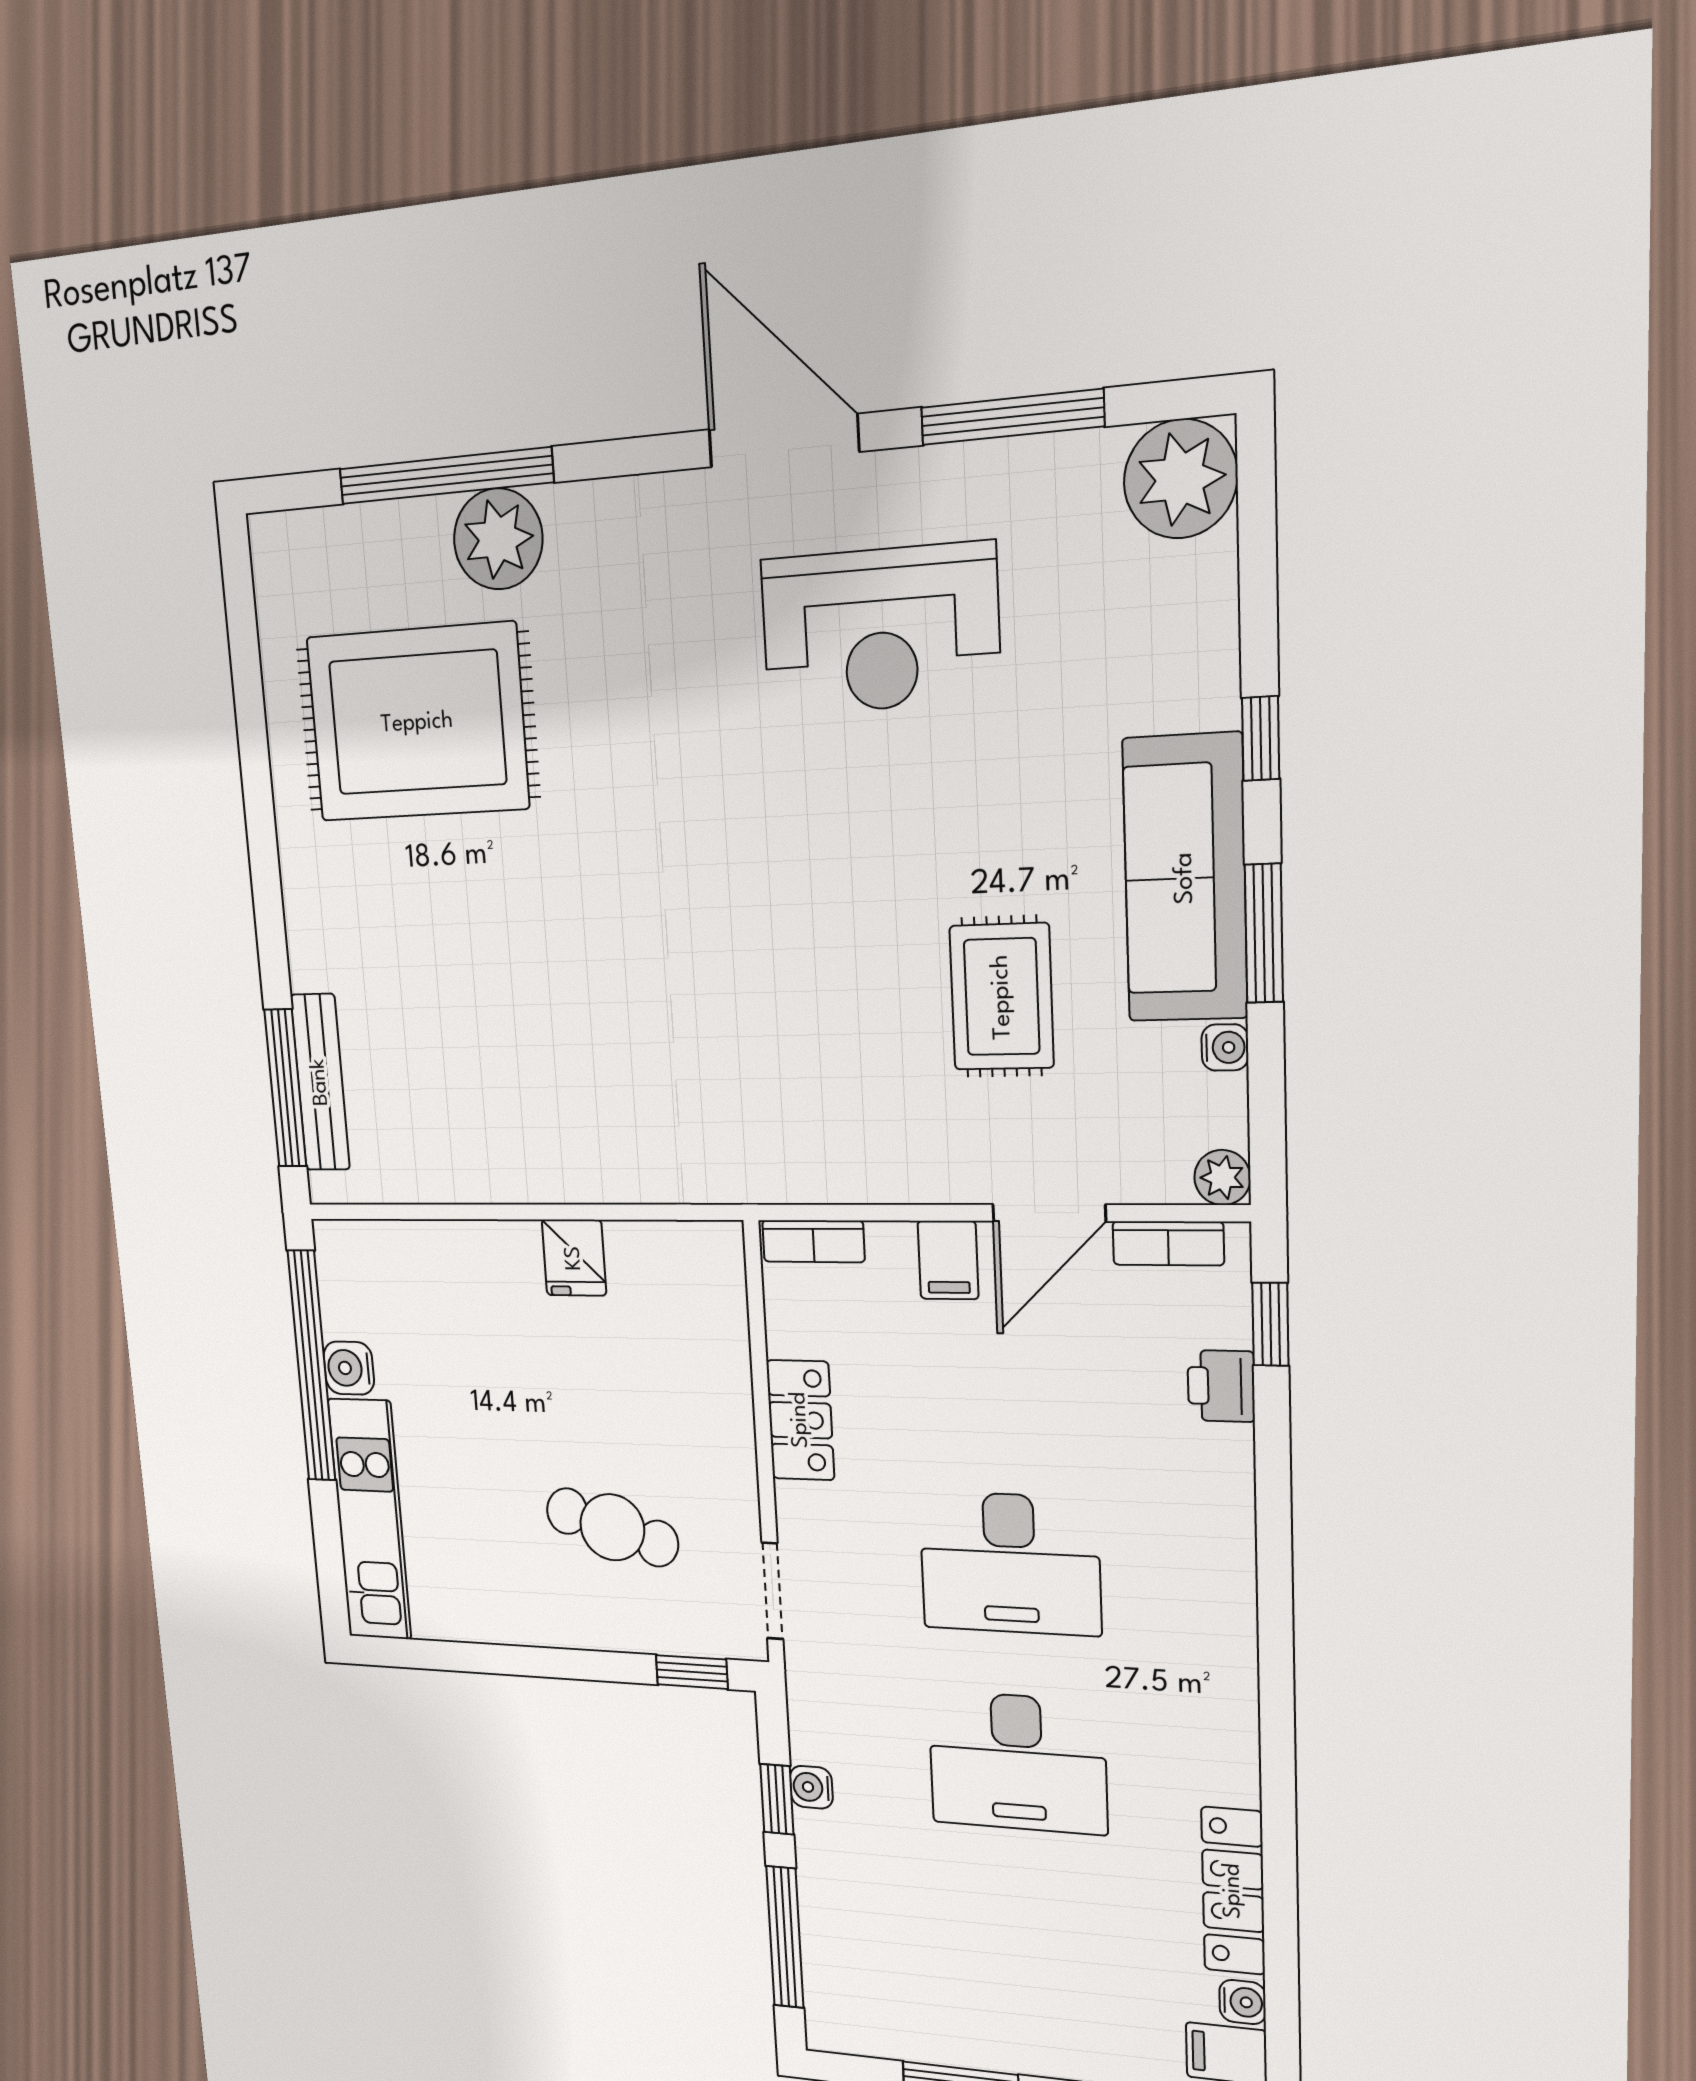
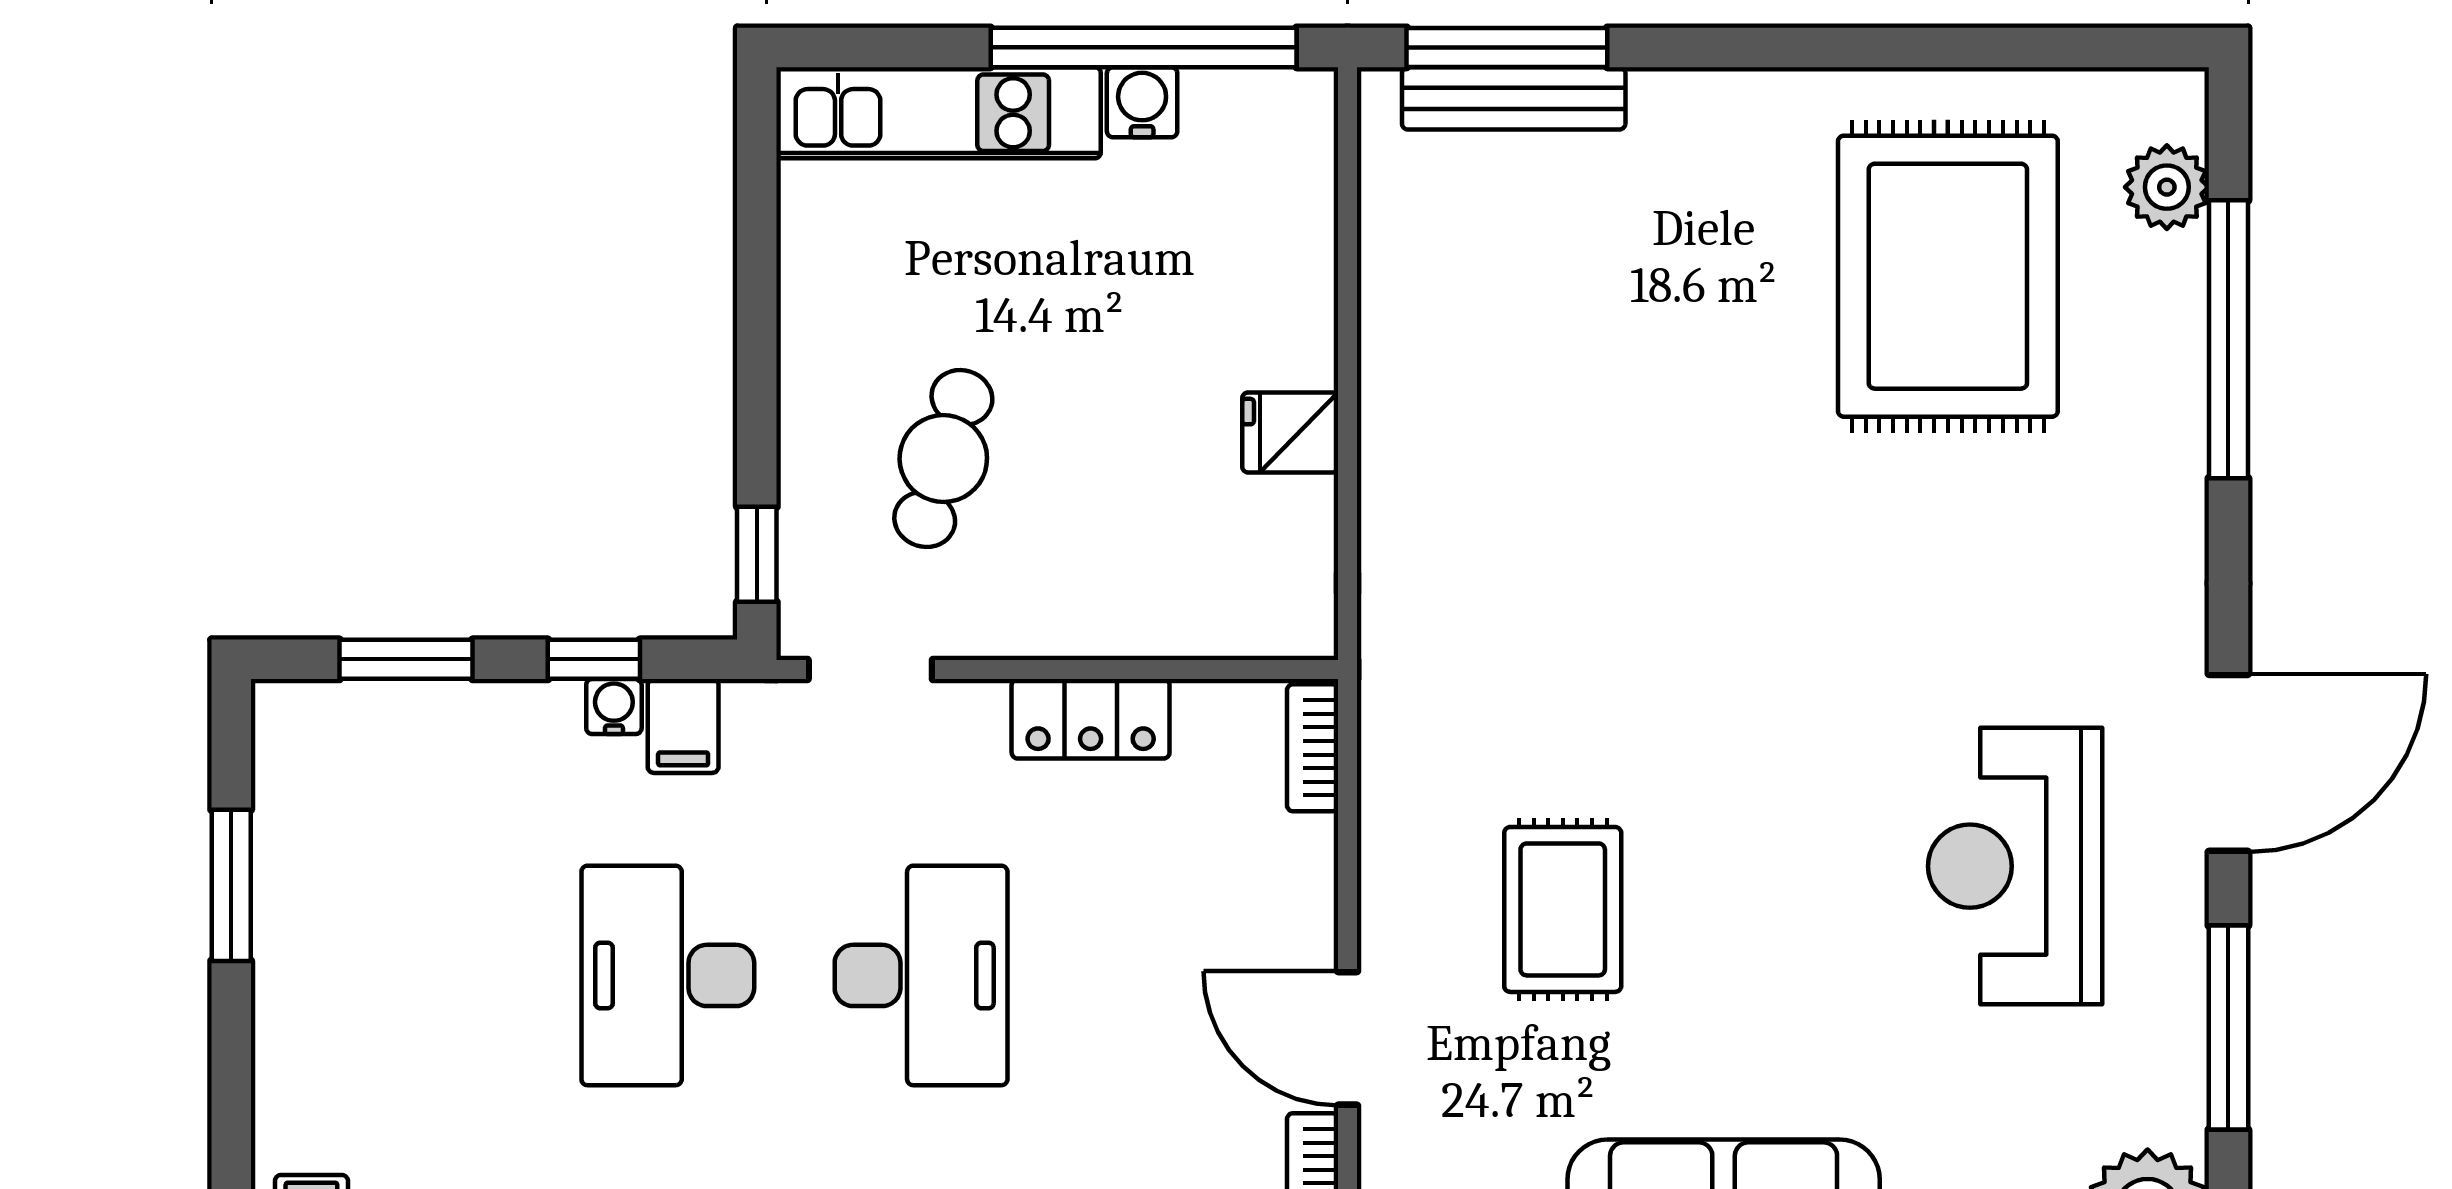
plant: (498, 539) -> (2167, 187), moved, width x0.73, depth x0.73
rug: (1002, 997) -> (1563, 909), moved, turned 90
filing cabinet: (948, 1260) -> (683, 726), moved, turned -90
desk: (1010, 1563) -> (921, 975), turned 180
window: (785, 1937) -> (406, 659), width x0.69

